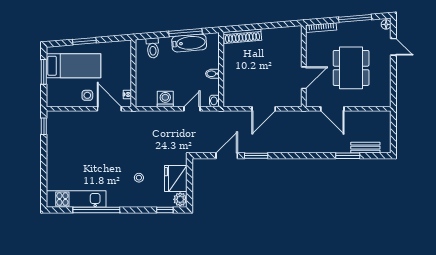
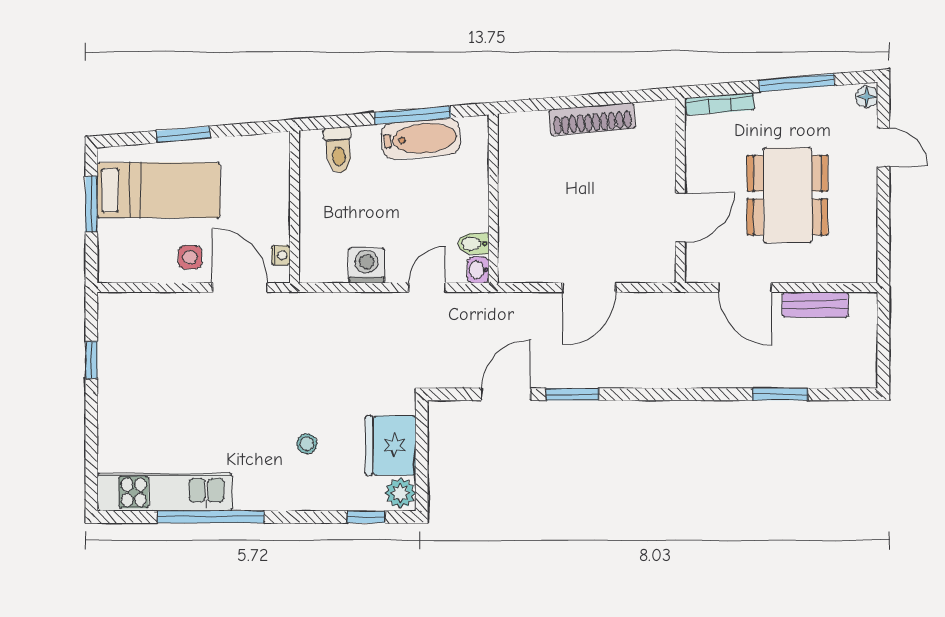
shoe rack: (242, 36) -> (592, 119), moved
bidet: (212, 74) -> (473, 244), moved
window: (44, 126) -> (91, 360), moved
bench: (365, 148) -> (815, 305), moved

